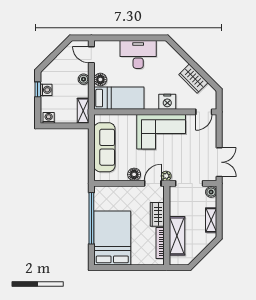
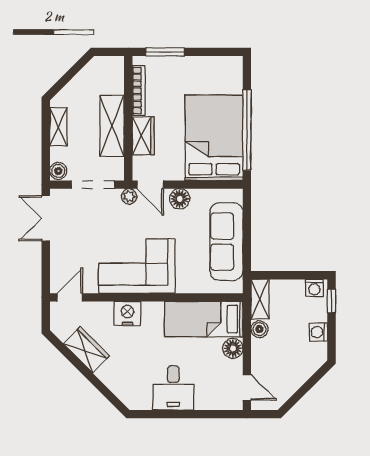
desk: (138, 54) -> (173, 388), width x0.73
boiler: (84, 79) -> (259, 329), moved
window: (38, 89) -> (331, 301), moved
door: (153, 183) -> (150, 185), hinge flipped
shelving: (177, 236) -> (112, 126), moved
bed: (112, 238) -> (214, 138), moved, turned 180
window: (143, 268) -> (165, 52), added

